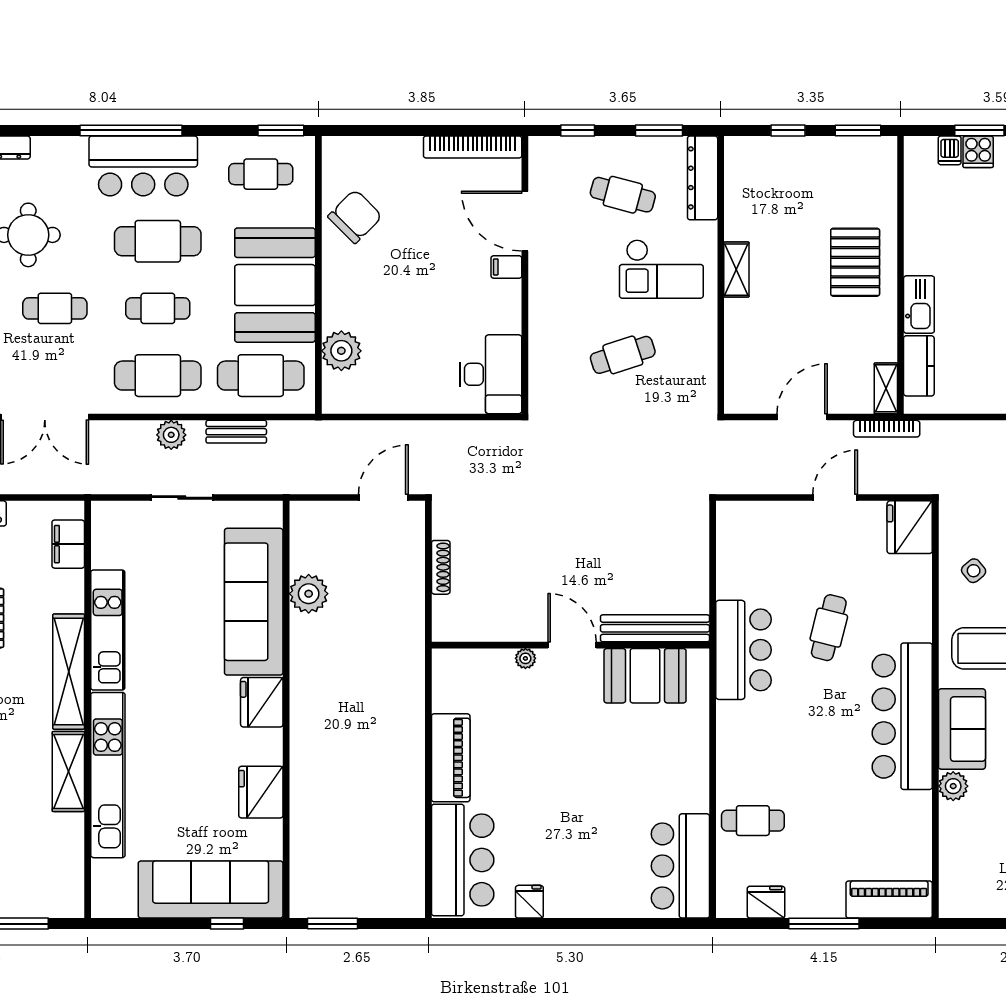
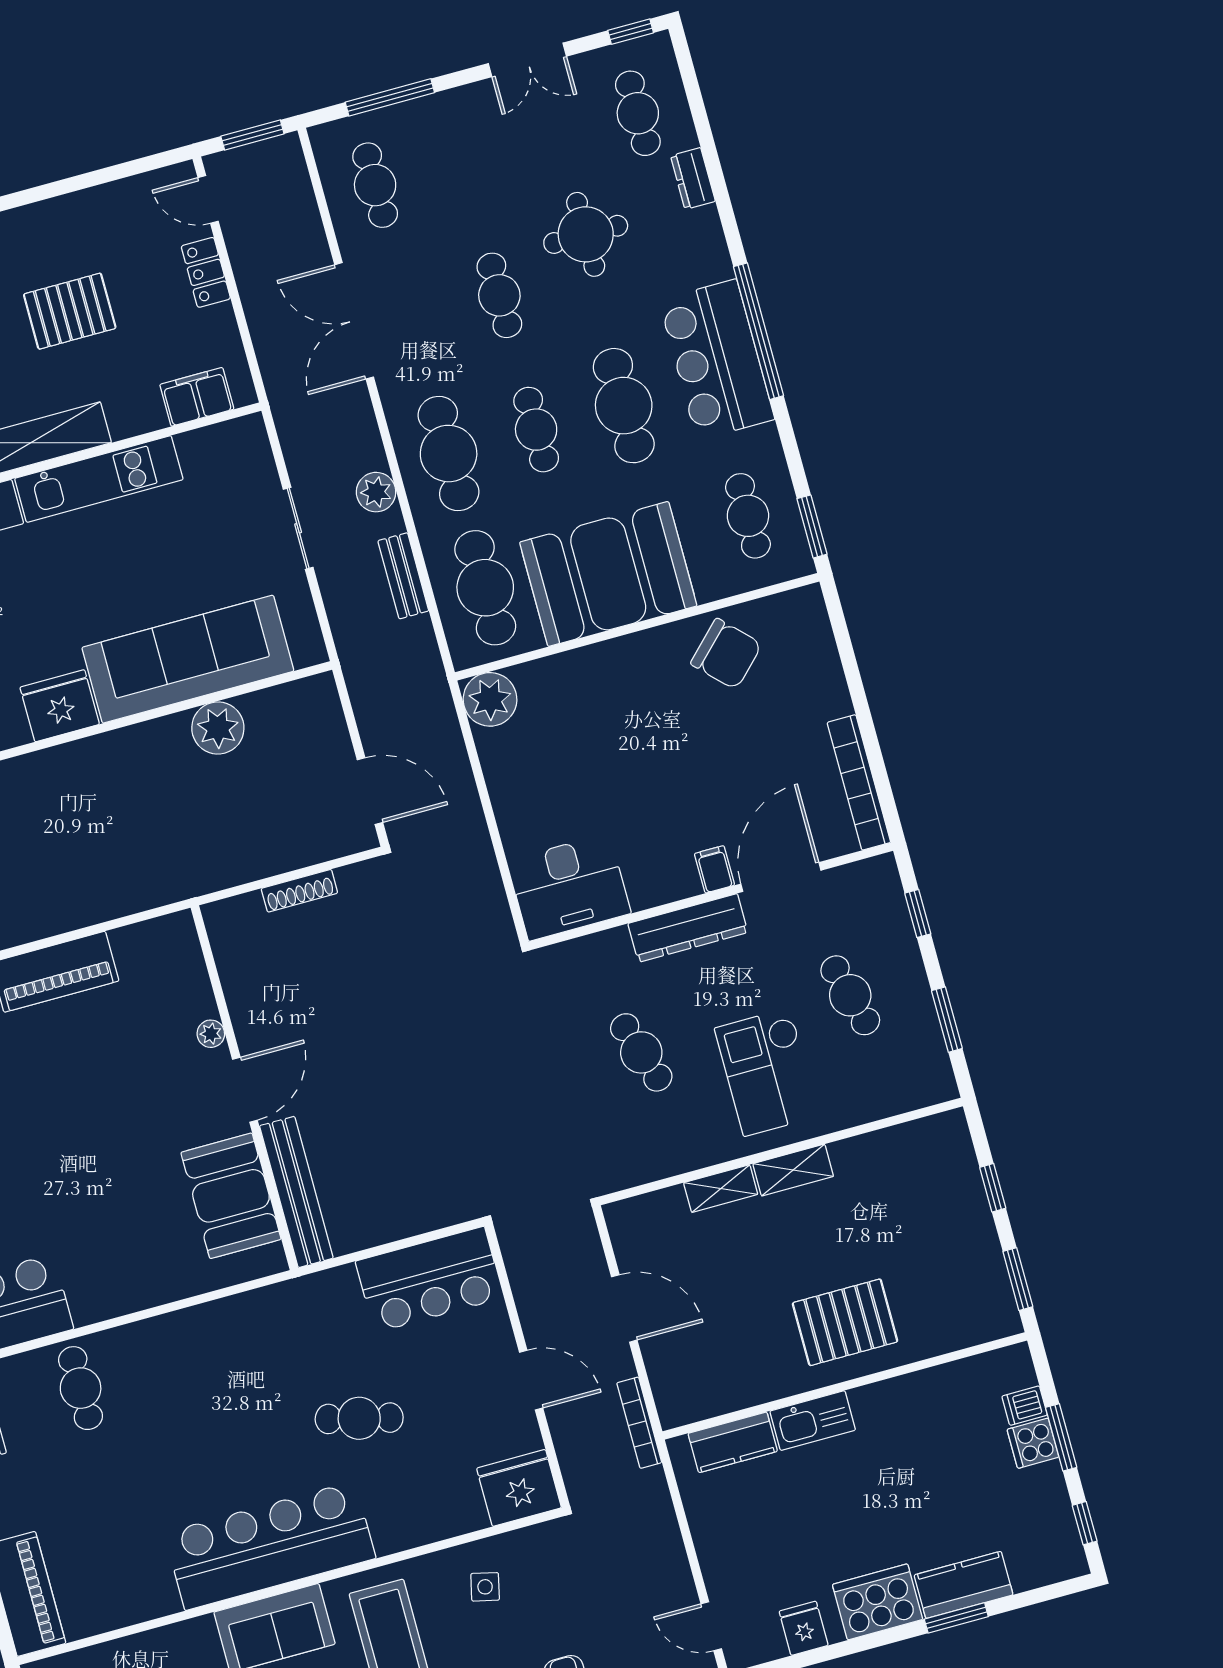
dresser: (703, 178) -> (688, 928), moved, turned 180
cafe table: (623, 195) -> (850, 995), turned -30
plant: (341, 351) -> (490, 699), moved
shelving: (886, 388) -> (721, 1189), moved
side table: (974, 571) -> (485, 1587), turned -37
bar counter: (743, 650) -> (430, 1279), moved
plant: (953, 786) -> (197, 1637), removed

